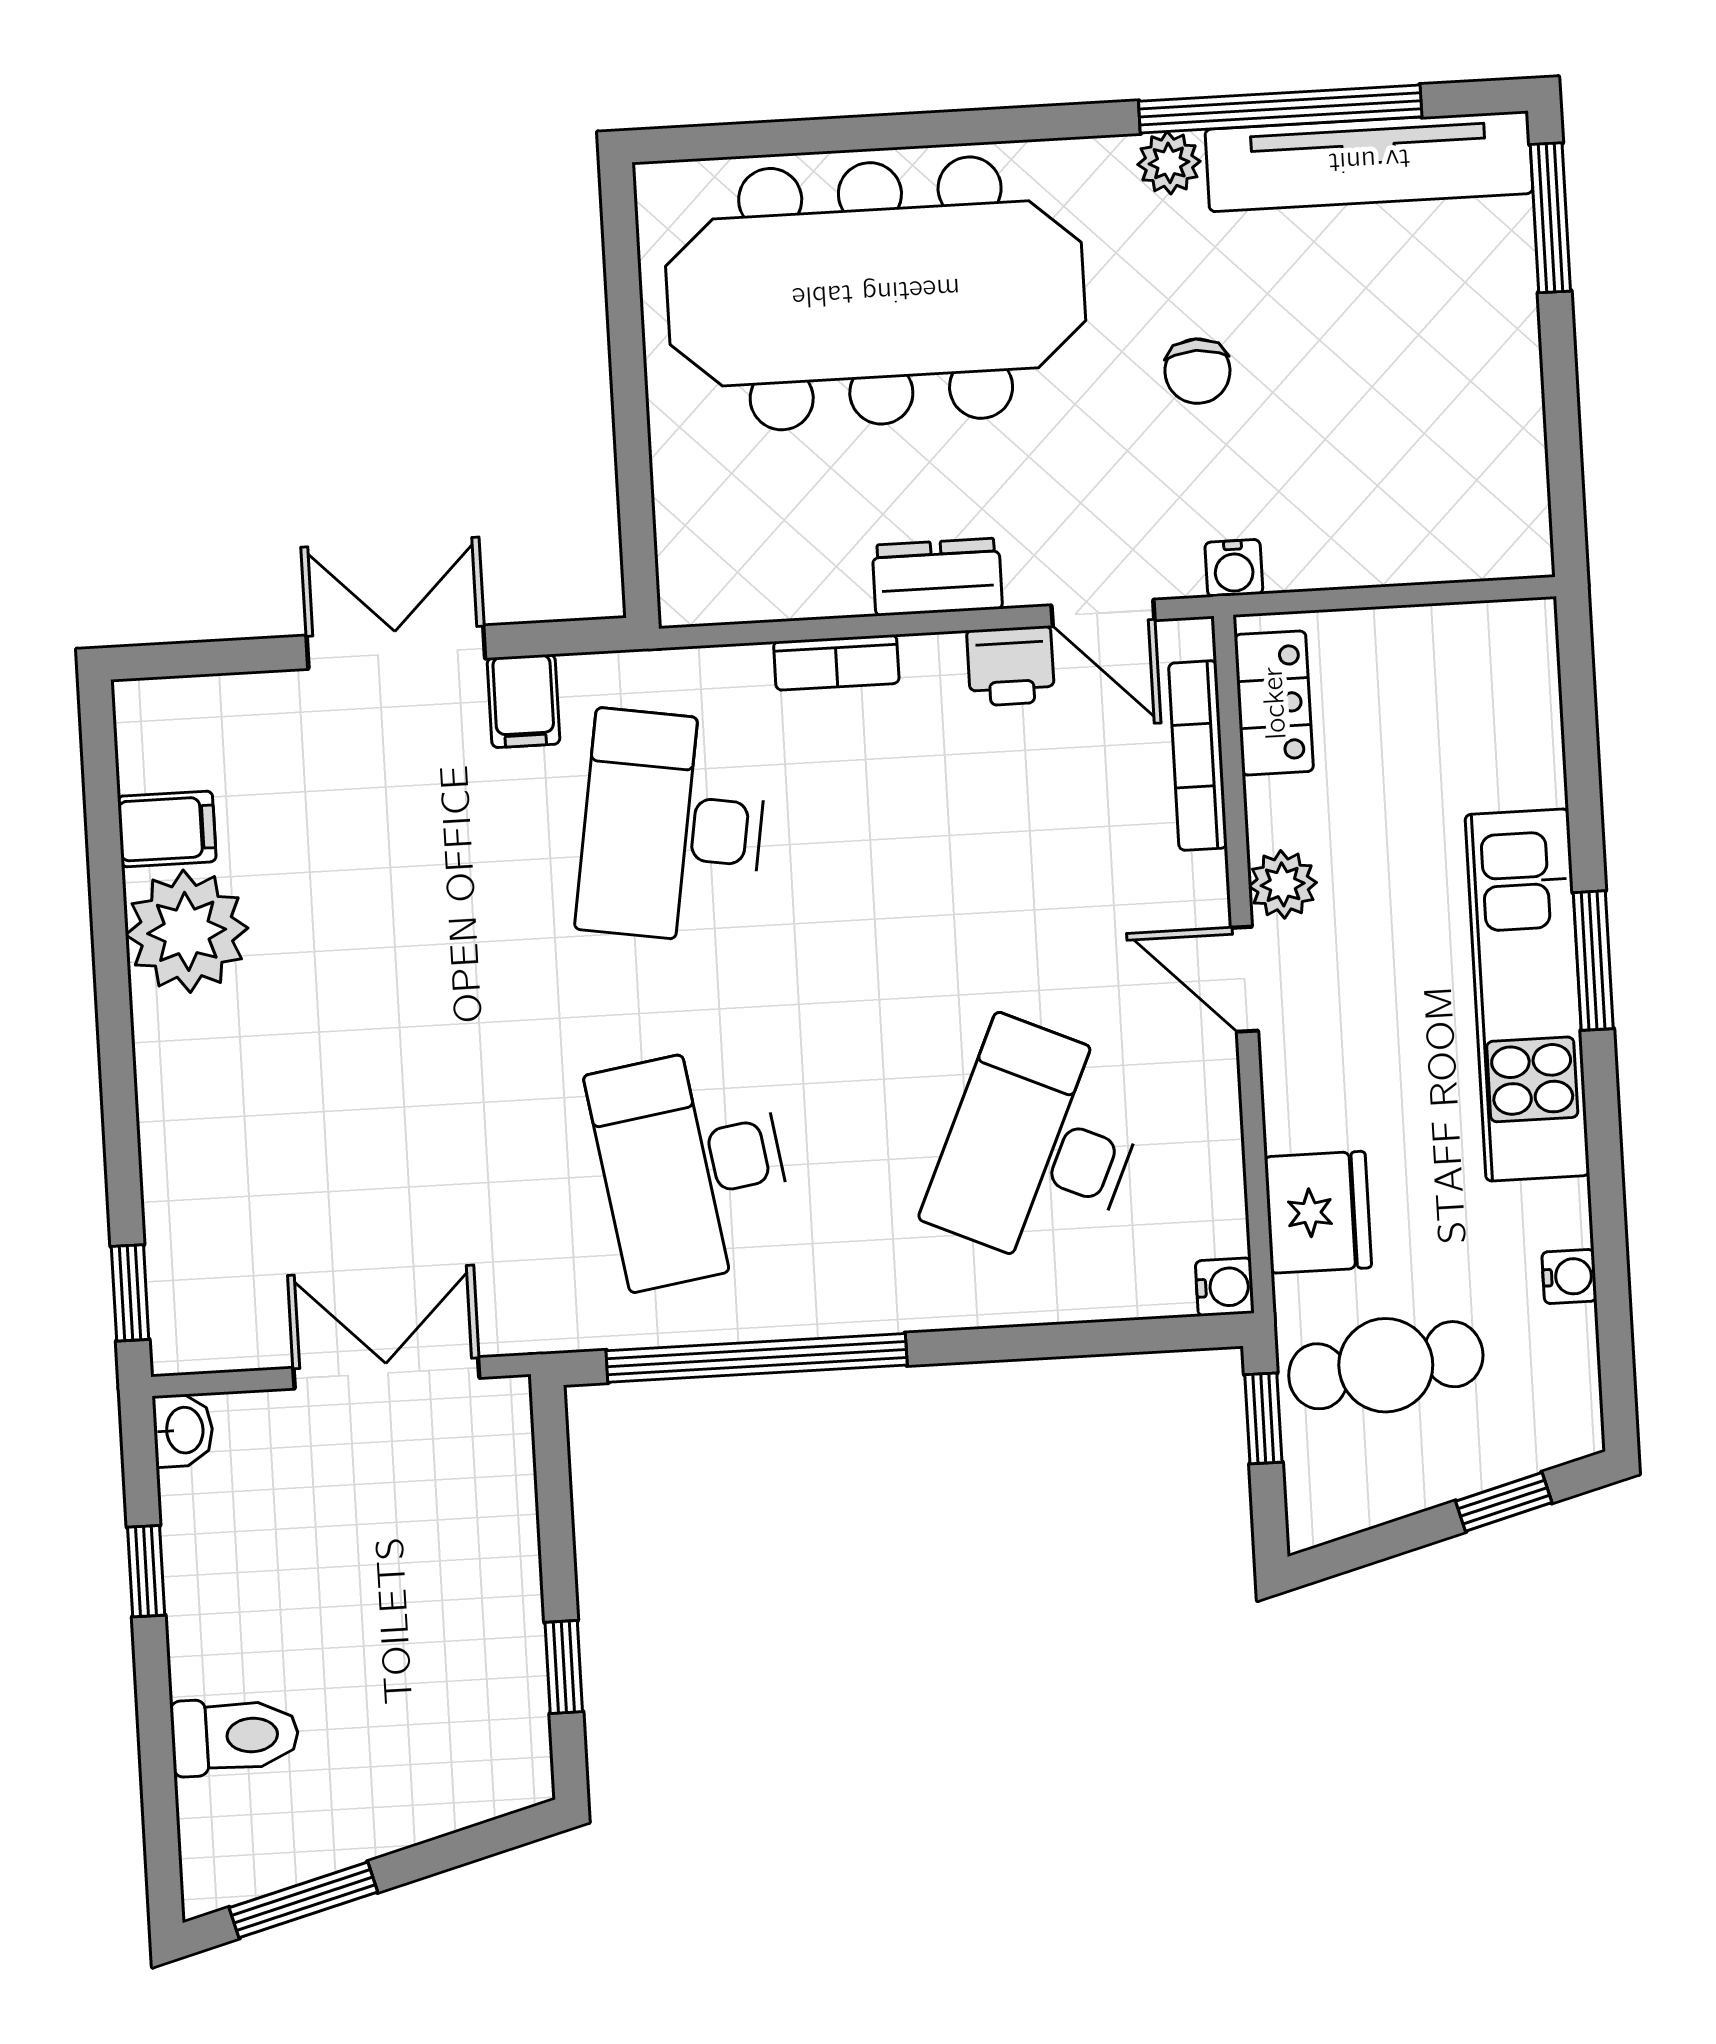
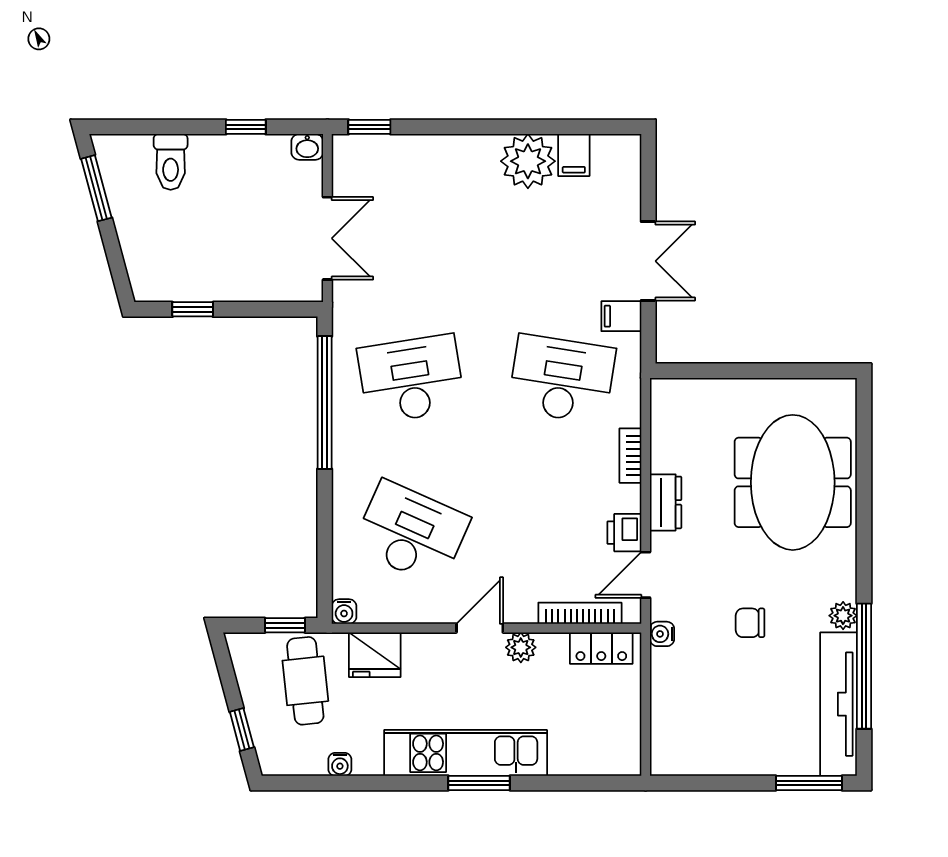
meeting table: (876, 293) -> (793, 482), width x0.73

